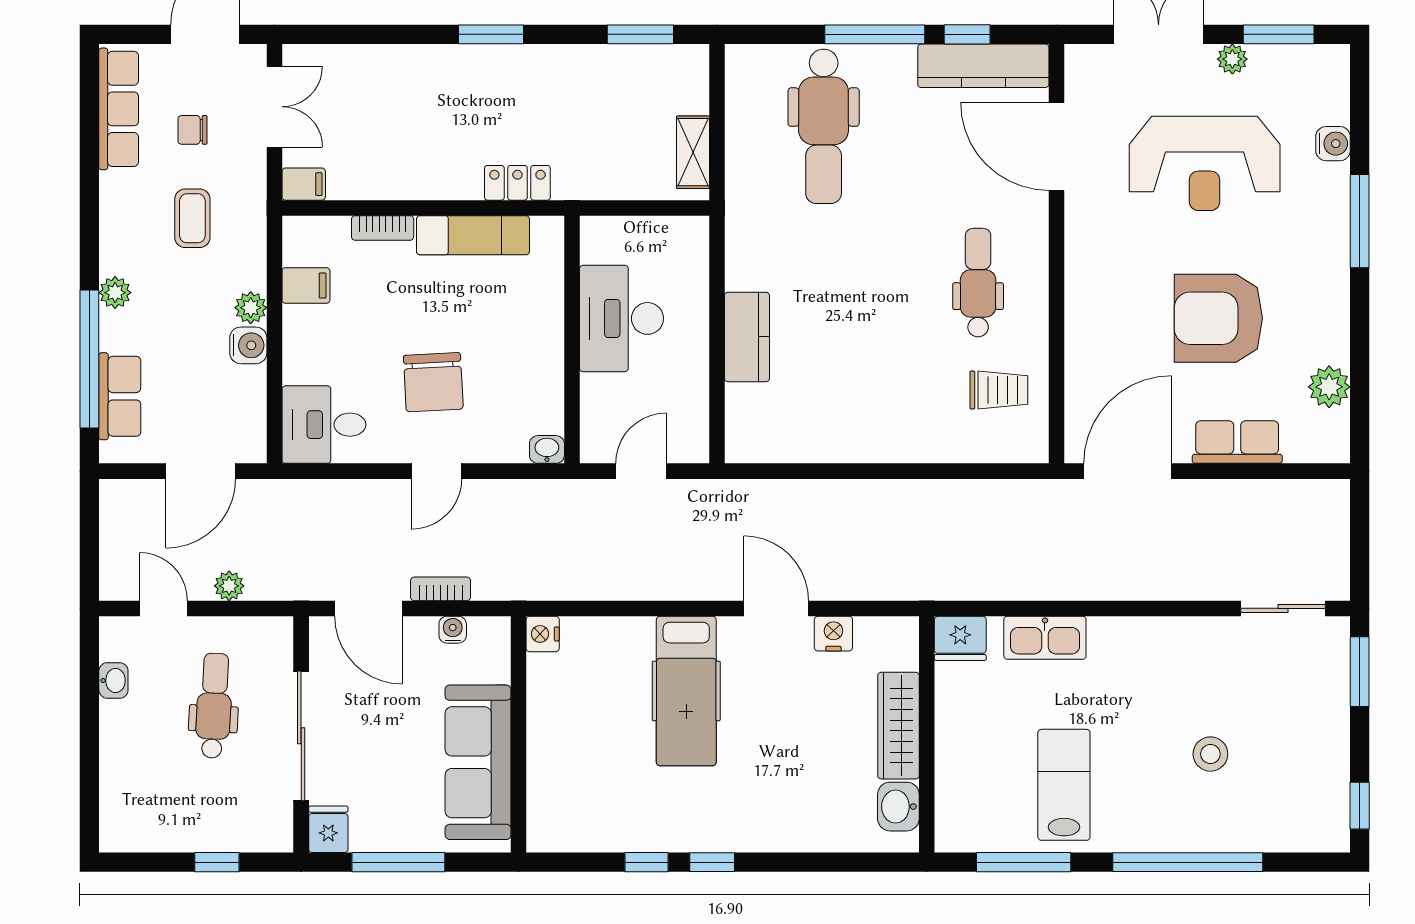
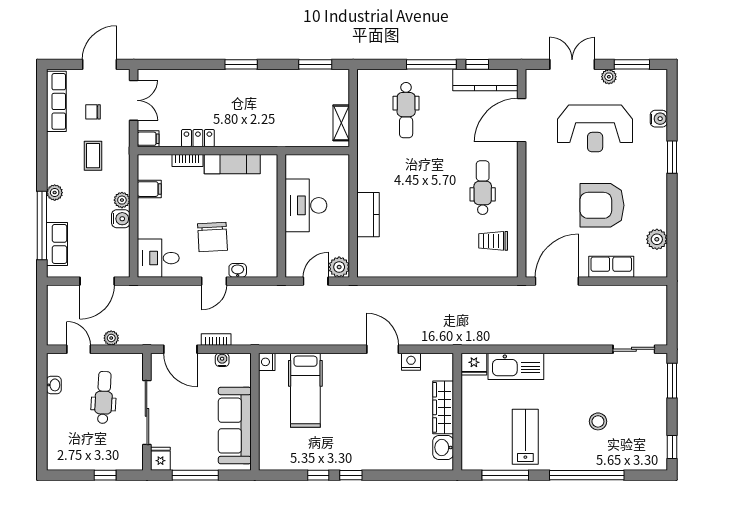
dental chair: (824, 126) -> (406, 110), width x0.73, depth x0.72
door: (1056, 147) -> (522, 120), hinge flipped
locker: (517, 183) -> (198, 138), moved
window: (1360, 221) -> (672, 157), width x0.69
trolley: (999, 390) -> (493, 241), turned 180
plant: (689, 443) -> (339, 267), added
washbasin: (547, 449) -> (238, 270), moved
kitchen sink: (1045, 638) -> (516, 366), width x1.36, depth x1.24
hospital bed: (686, 691) -> (305, 390), moved

